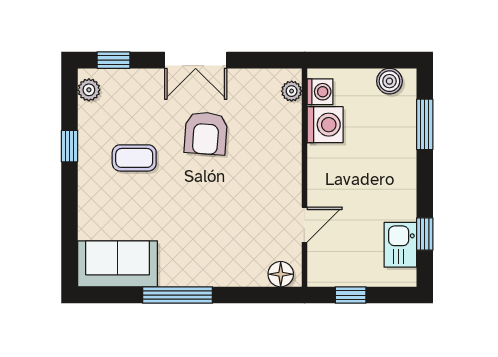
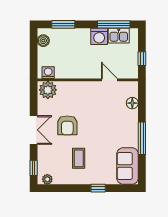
plant: (292, 91) -> (48, 90), width x1.87, depth x1.87
washing machine: (325, 125) -> (99, 36), moved, turned 180
armchair: (206, 133) -> (67, 125), turned 86
window: (70, 146) -> (98, 188), moved
window: (425, 234) -> (114, 24), width x2.17
floor lamp: (281, 274) -> (132, 103), moved

